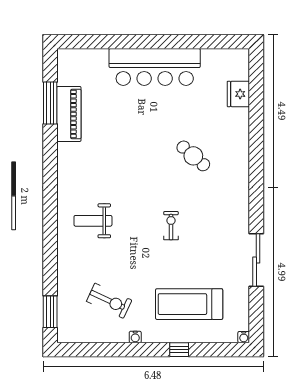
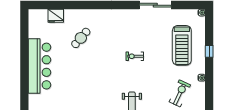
cafe table: (193, 156) -> (81, 38), moved

